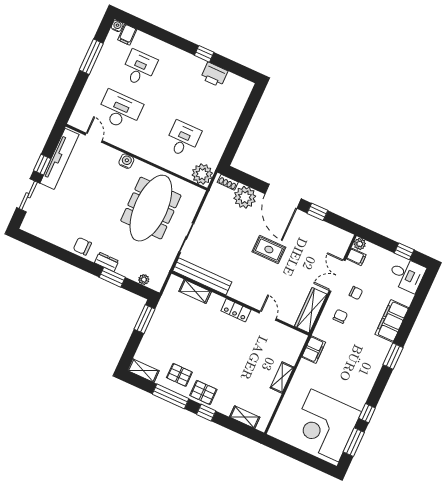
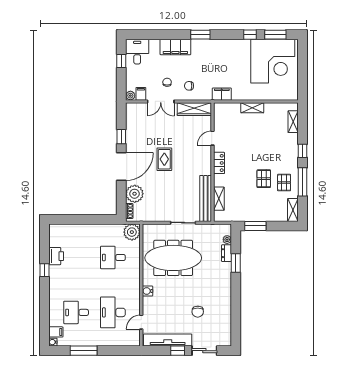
chair: (82, 246) -> (198, 312), moved
dresser: (107, 262) -> (227, 253), moved
pallet: (203, 392) -> (264, 179), moved

